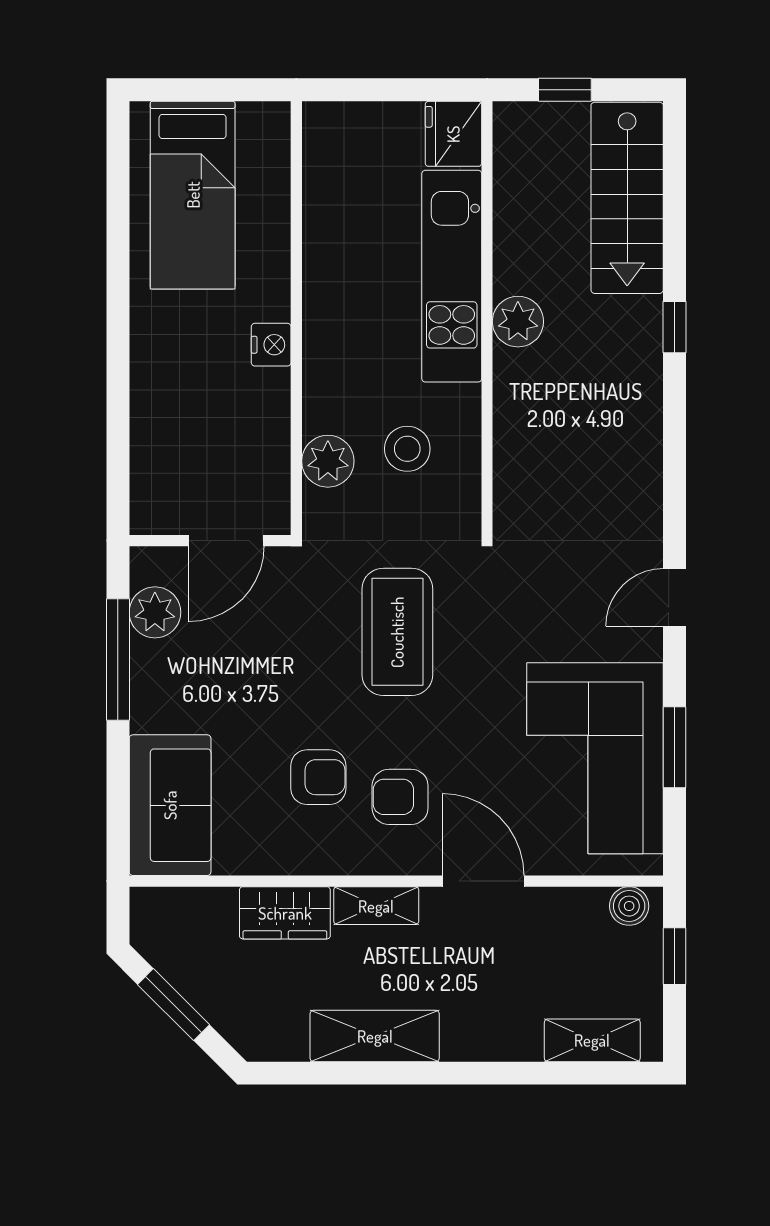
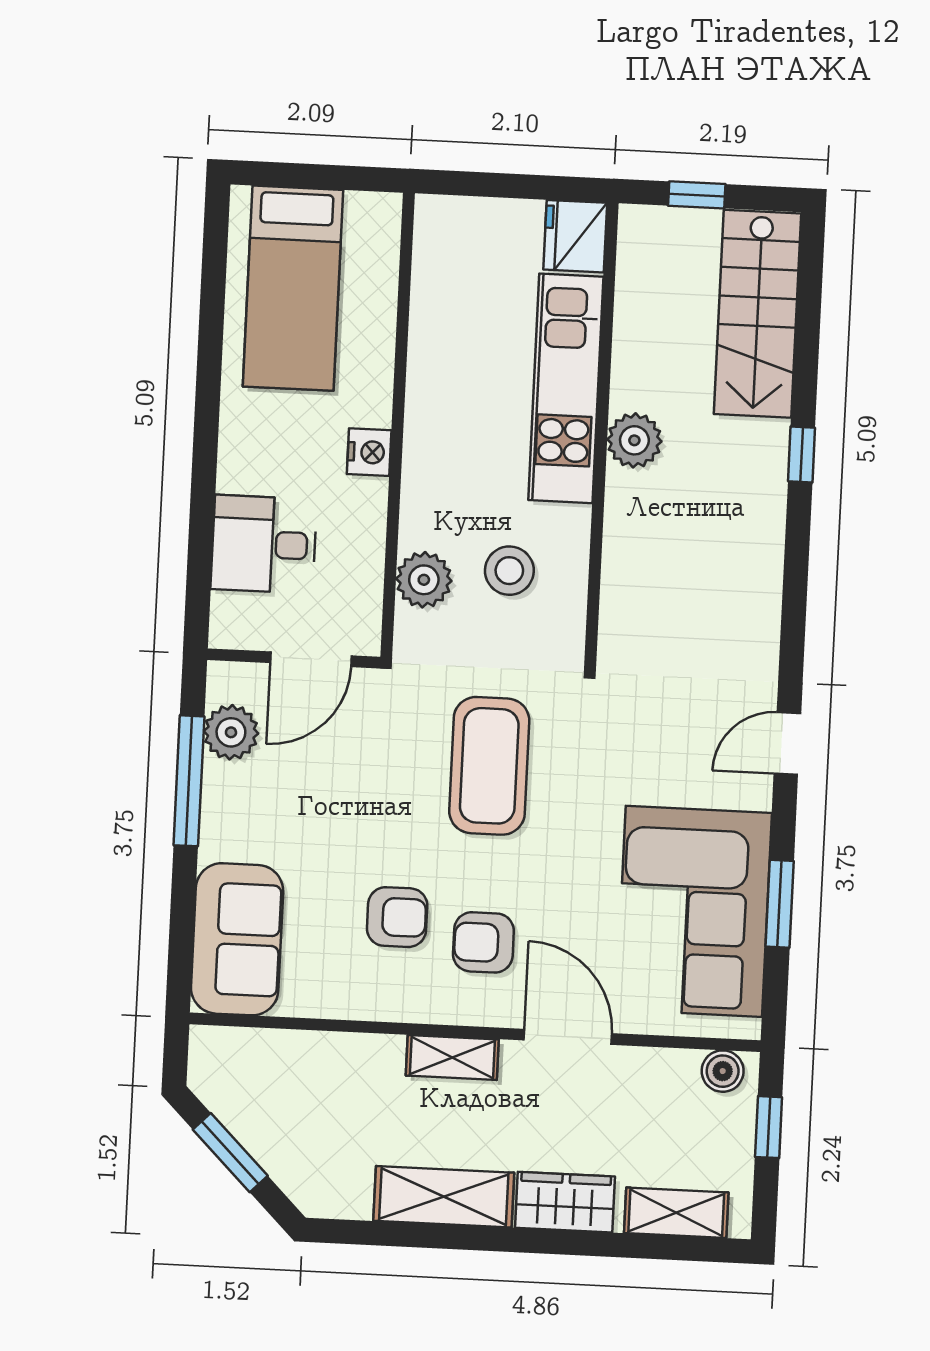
desk: (177, 435) -> (264, 544), added
wardrobe: (285, 913) -> (565, 1202), moved, turned 180

